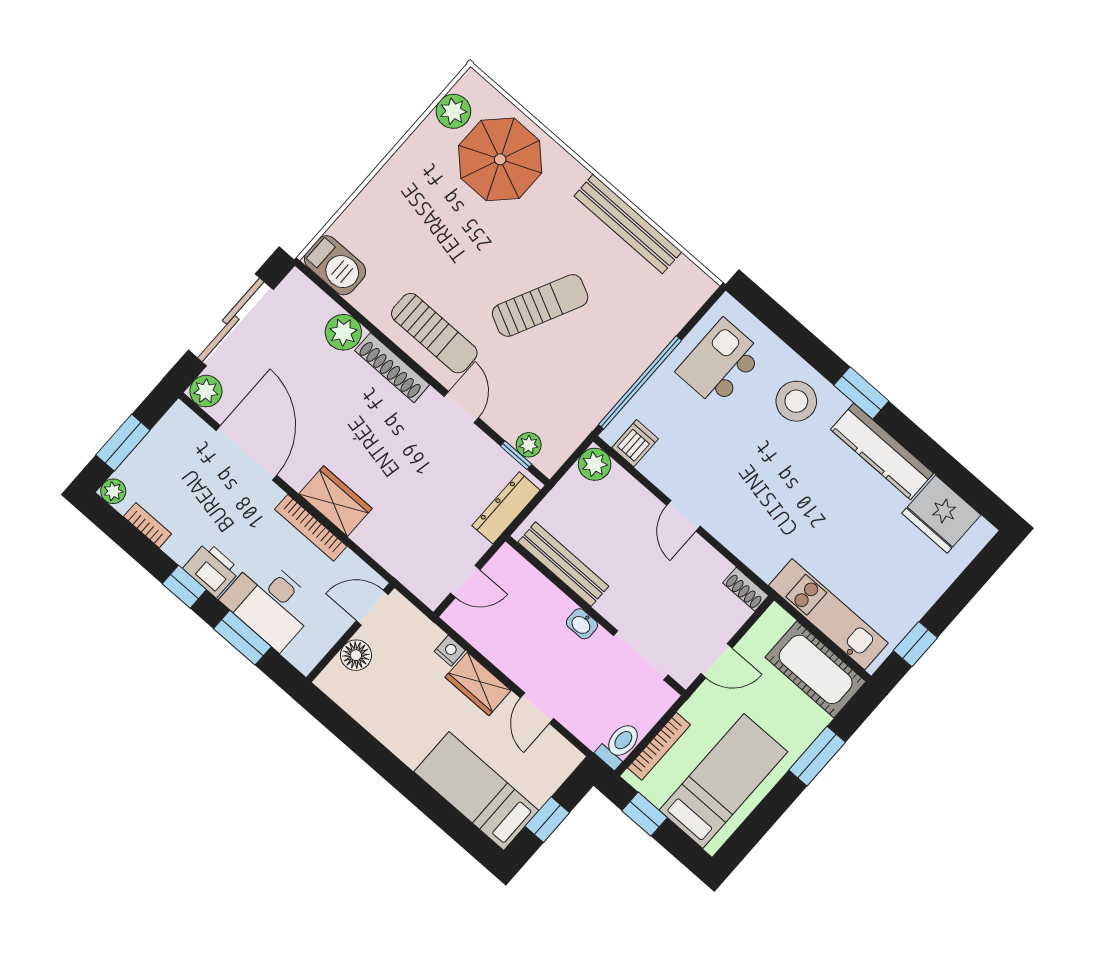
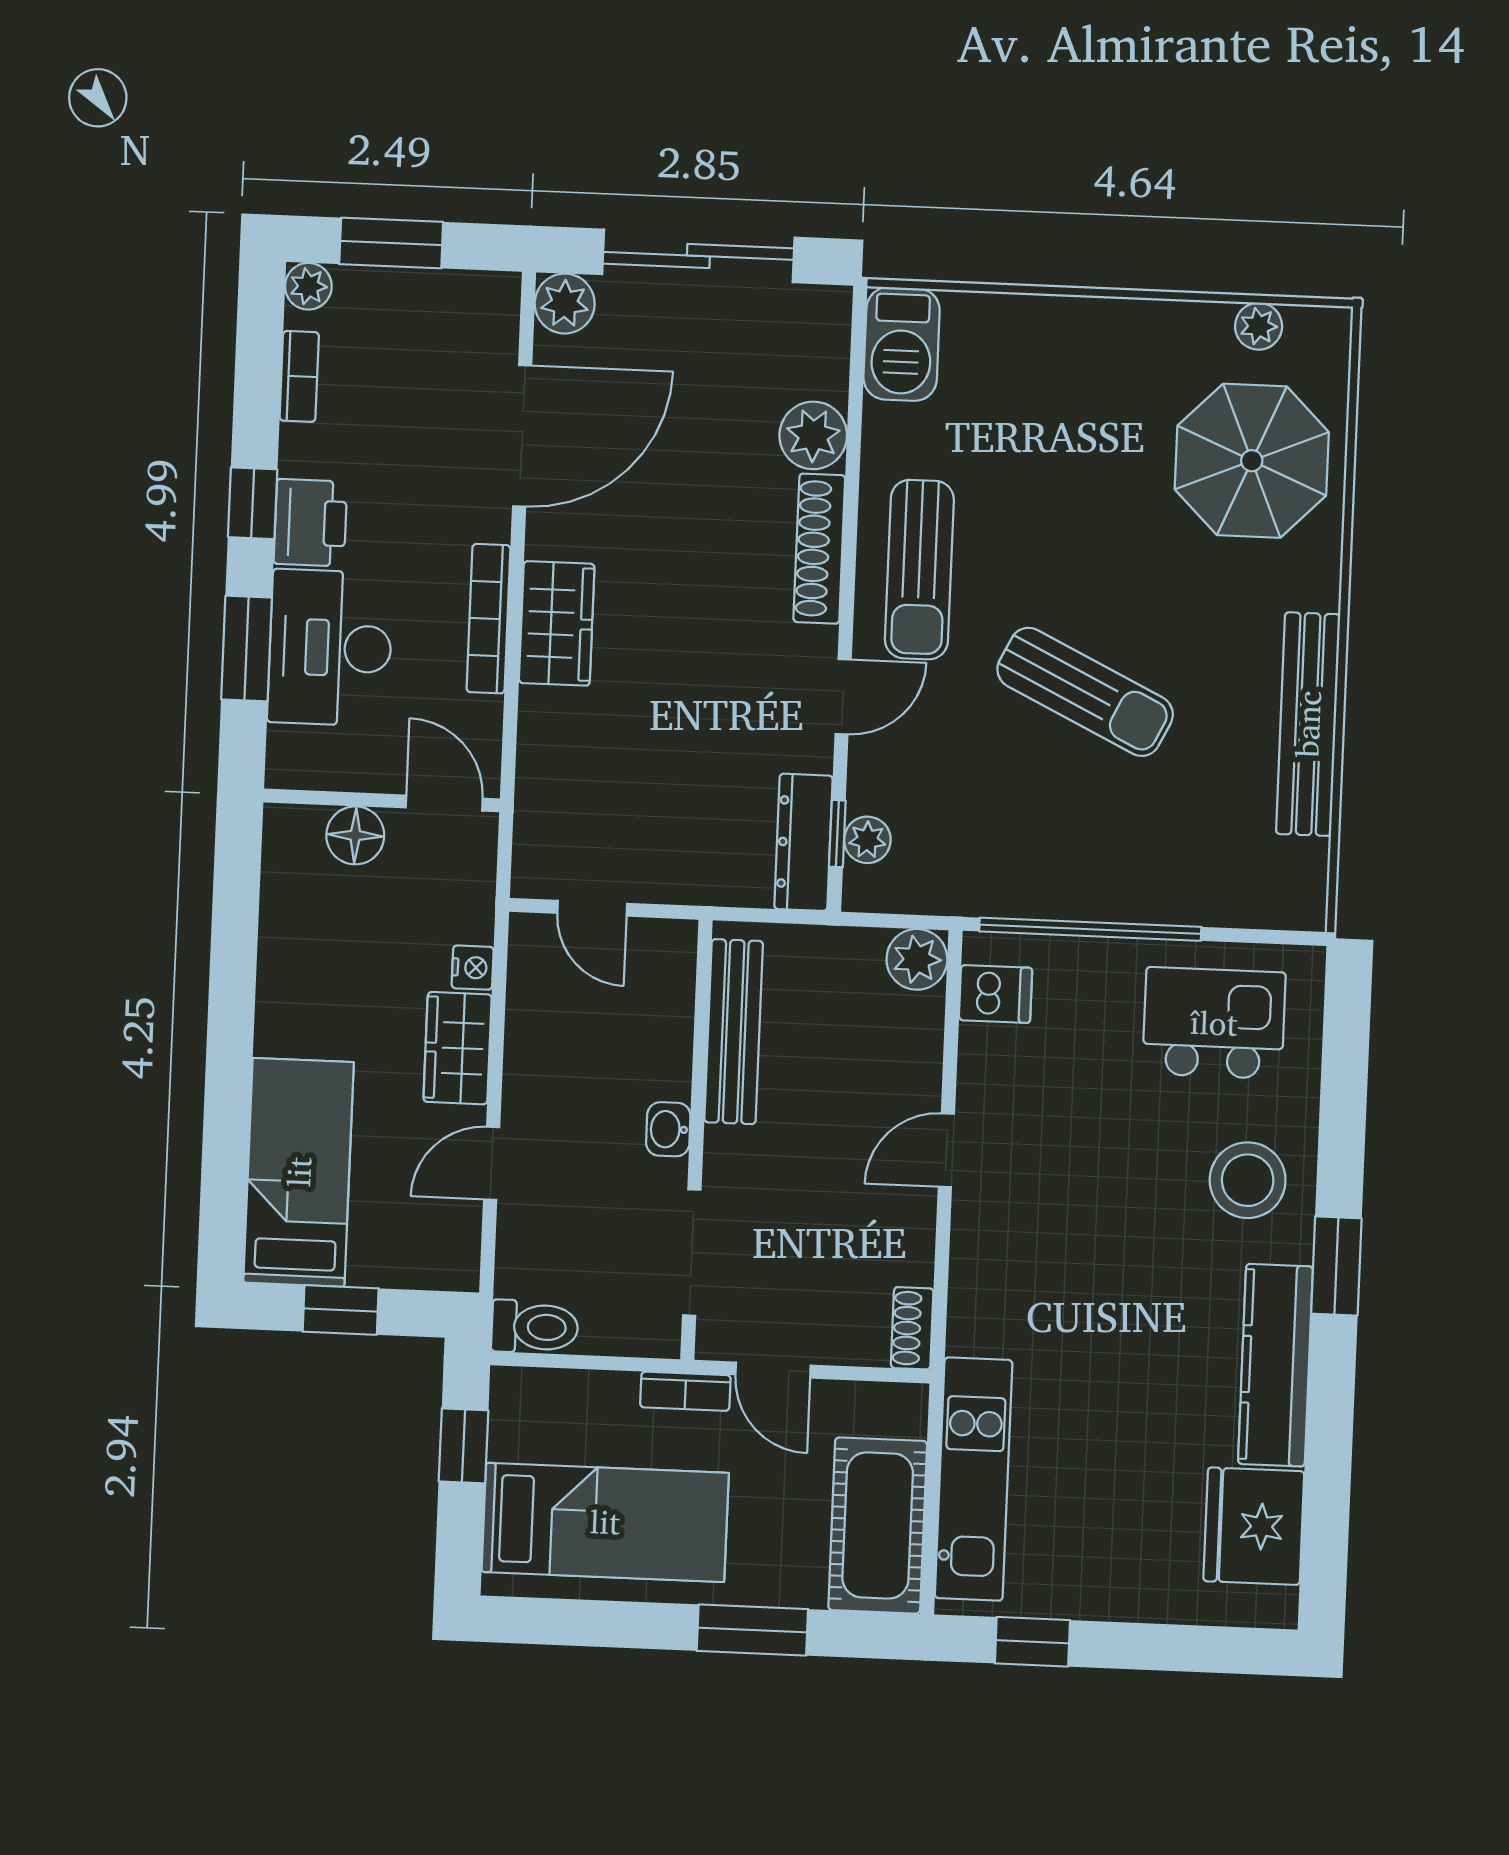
plant: (453, 111) -> (1259, 326), width x0.73, depth x0.73
dresser: (506, 508) -> (803, 842), moved, turned -90
bookcase: (659, 746) -> (685, 1391), moved, width x0.64

